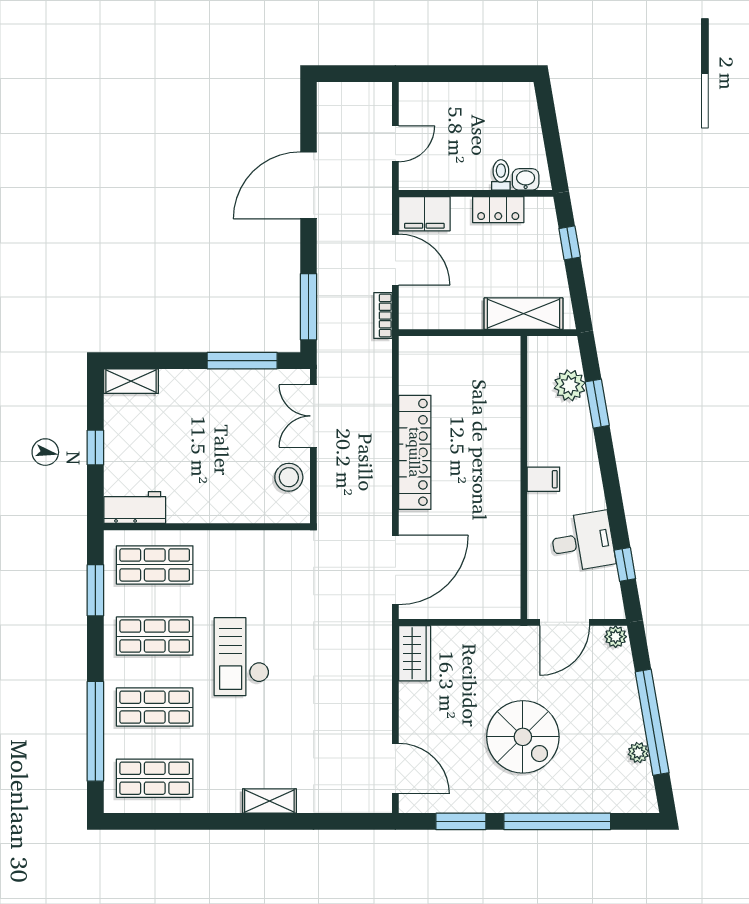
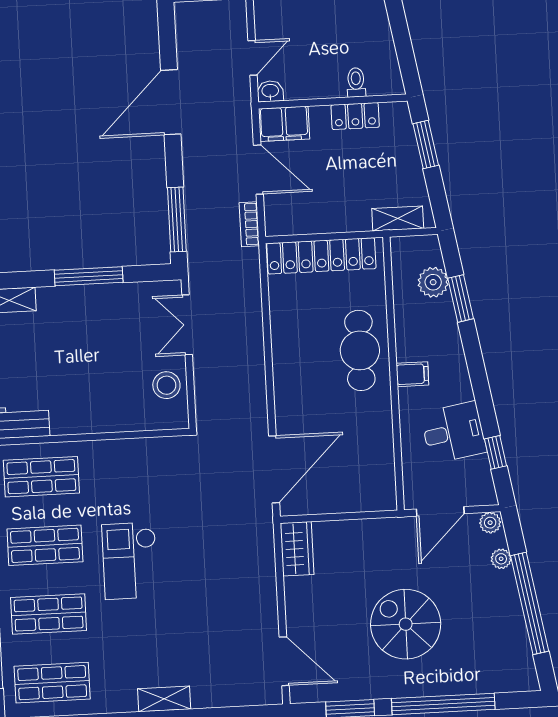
washbasin: (526, 179) -> (270, 91), moved
window: (570, 243) -> (426, 145), width x1.50
shelving: (523, 314) -> (398, 218), width x0.67, depth x0.75
window: (242, 361) -> (89, 276), moved
locker: (415, 452) -> (321, 256), moved, turned 90
cafe table: (490, 452) -> (360, 350), added
spiral stairs: (523, 737) -> (406, 624), turned 180
plant: (638, 753) -> (501, 559), moved

